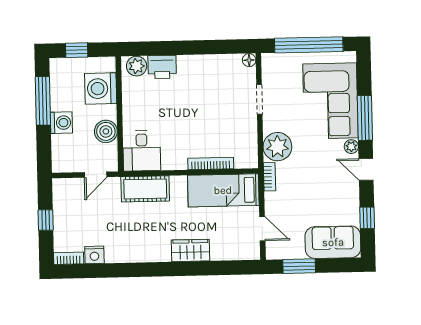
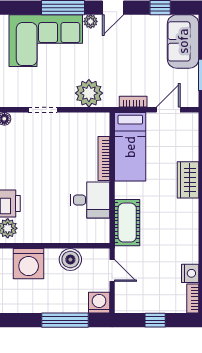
window: (43, 101) -> (65, 320), moved
washing machine: (61, 123) -> (99, 303), moved
desk: (142, 151) -> (90, 200), moved
bookcase: (270, 177) -> (133, 102), moved

